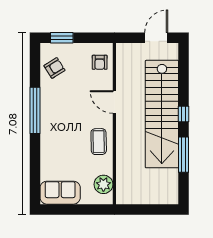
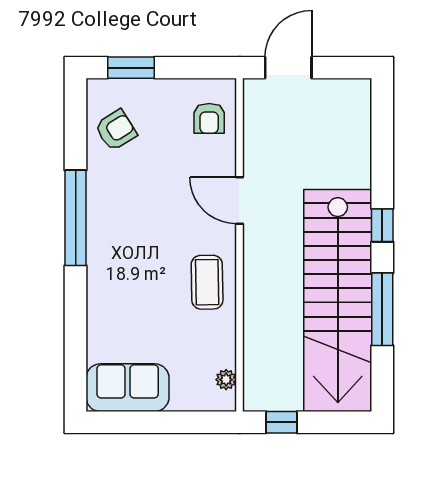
door: (156, 38) -> (288, 68), moved
stairs: (162, 114) -> (338, 300), moved
plant: (103, 184) -> (226, 380), width x0.53, depth x0.53
window: (135, 209) -> (282, 422), added

